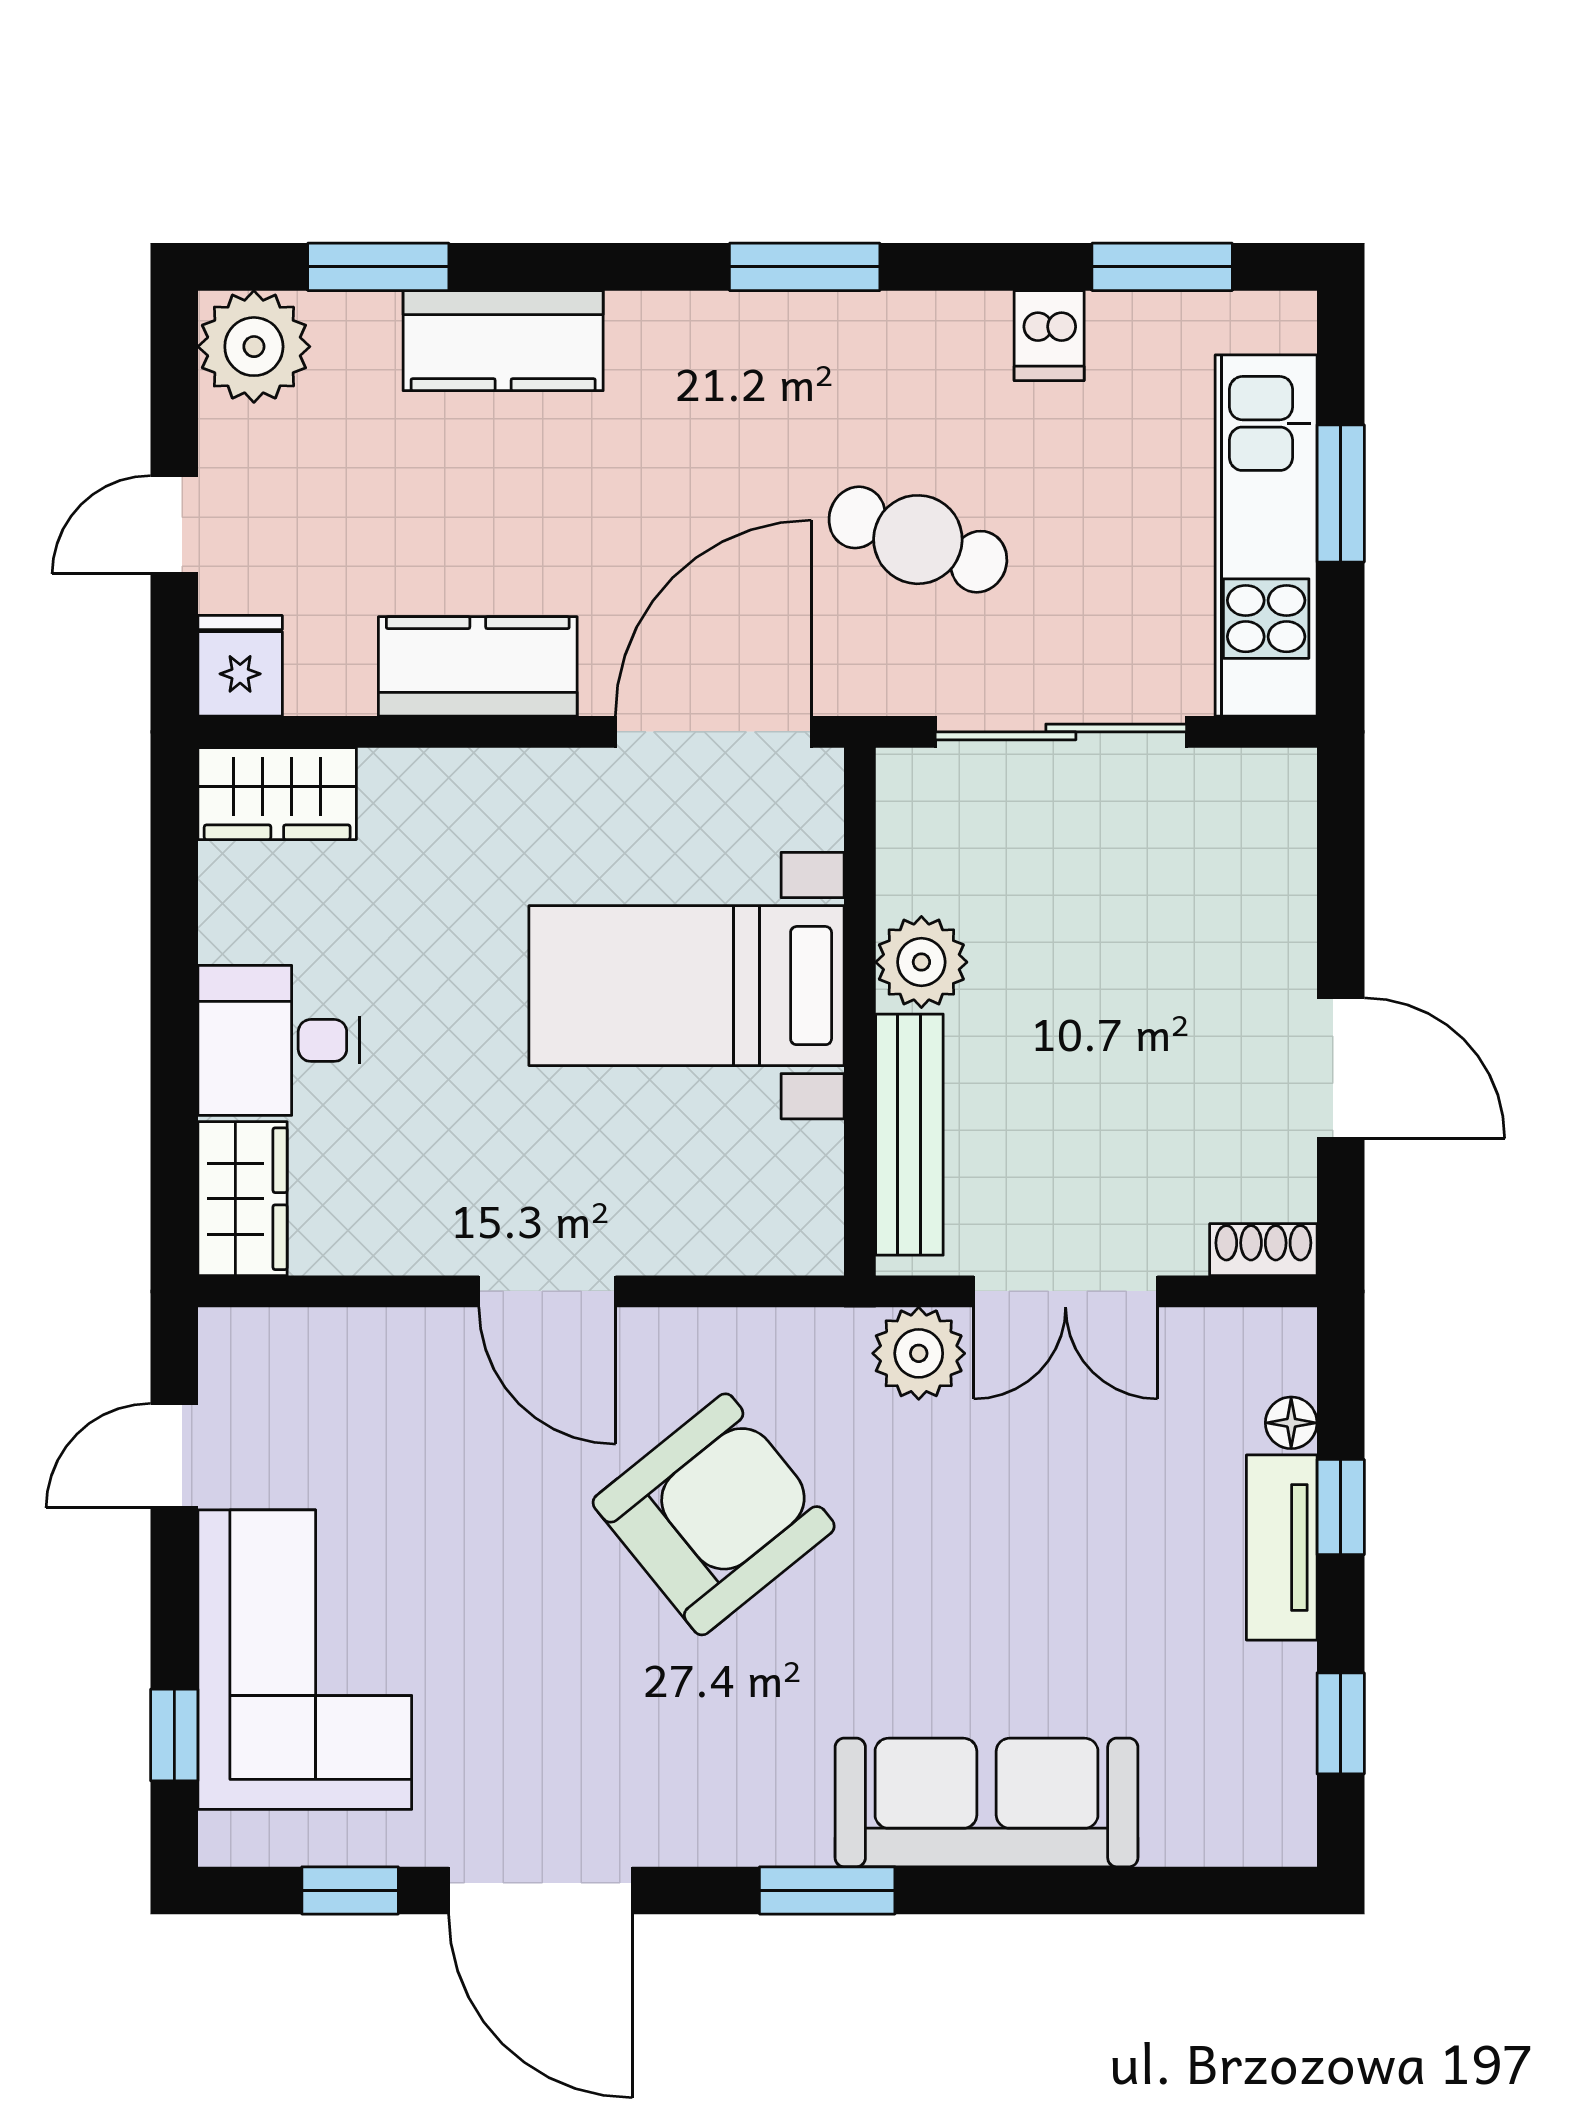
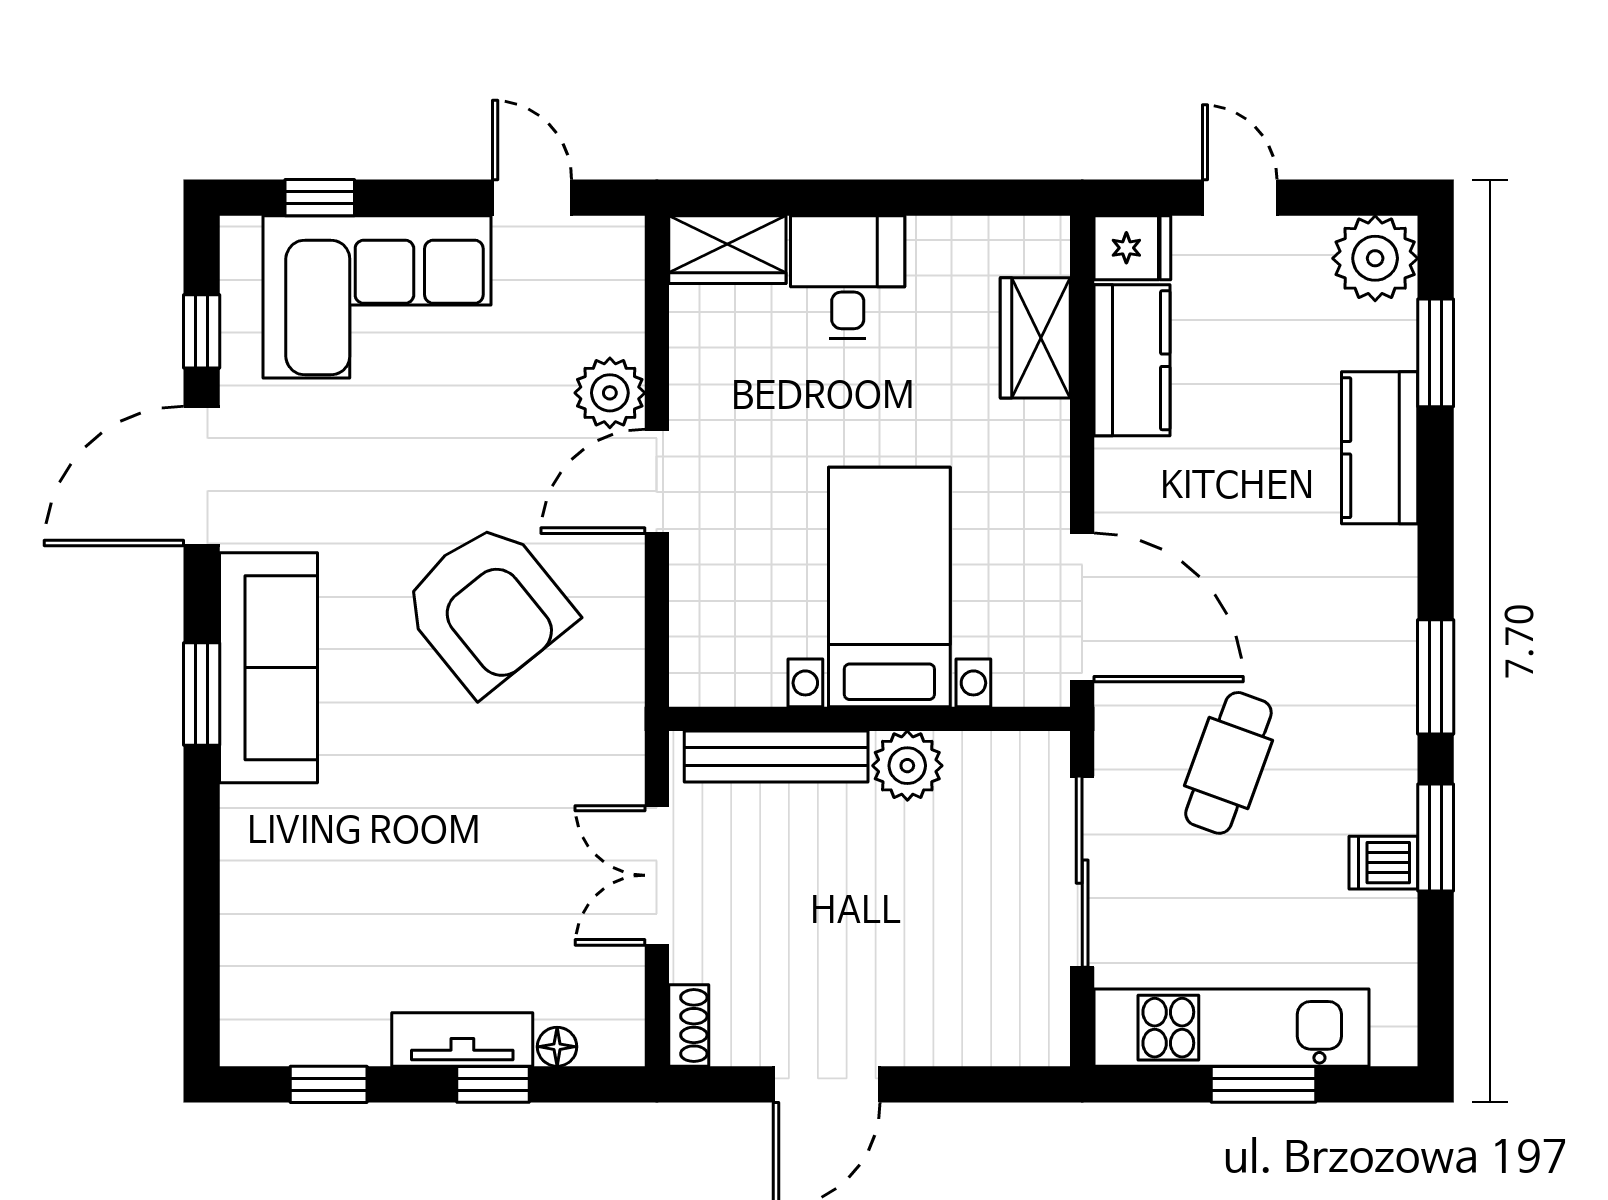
window: (1162, 267) -> (1436, 837), moved
kitchen counter: (478, 666) -> (1132, 360), moved
wardrobe: (277, 794) -> (1035, 338), moved
plant: (919, 1353) -> (610, 393), moved
sofa: (987, 1802) -> (268, 668), moved

